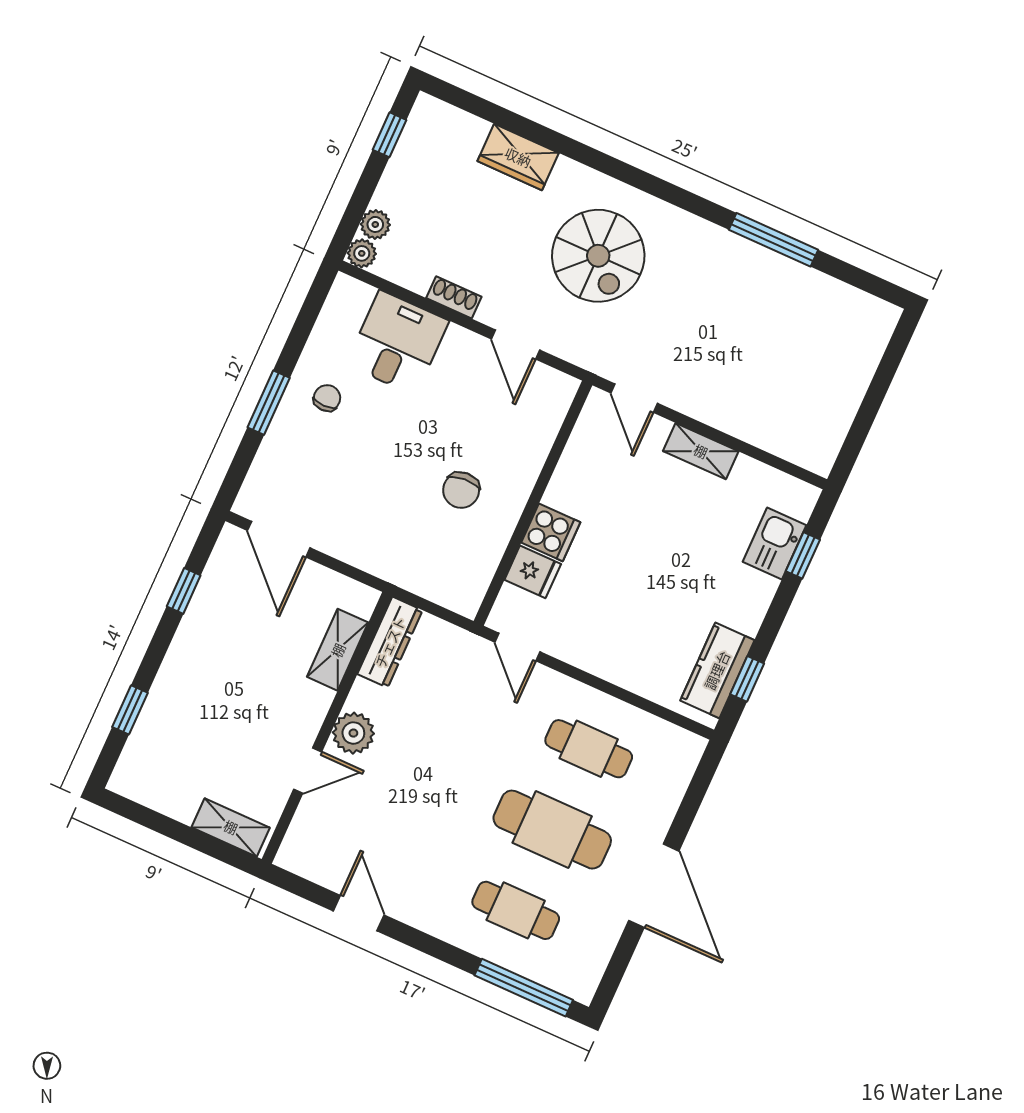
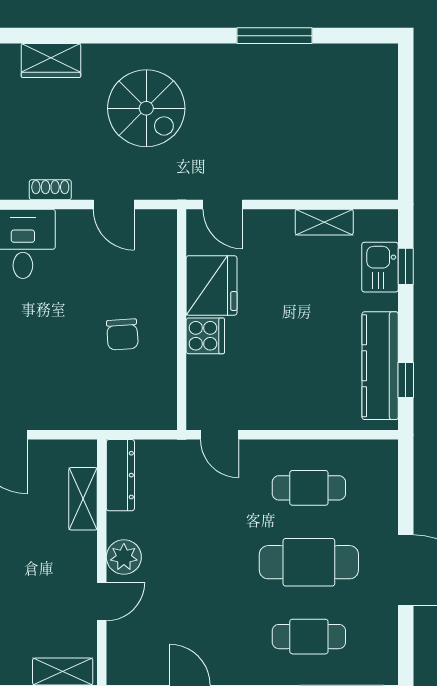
shelving: (701, 451) -> (324, 222), moved
fridge: (533, 572) -> (212, 285), moved, width x1.88, depth x1.34
kitchen counter: (717, 670) -> (380, 366), width x1.50

